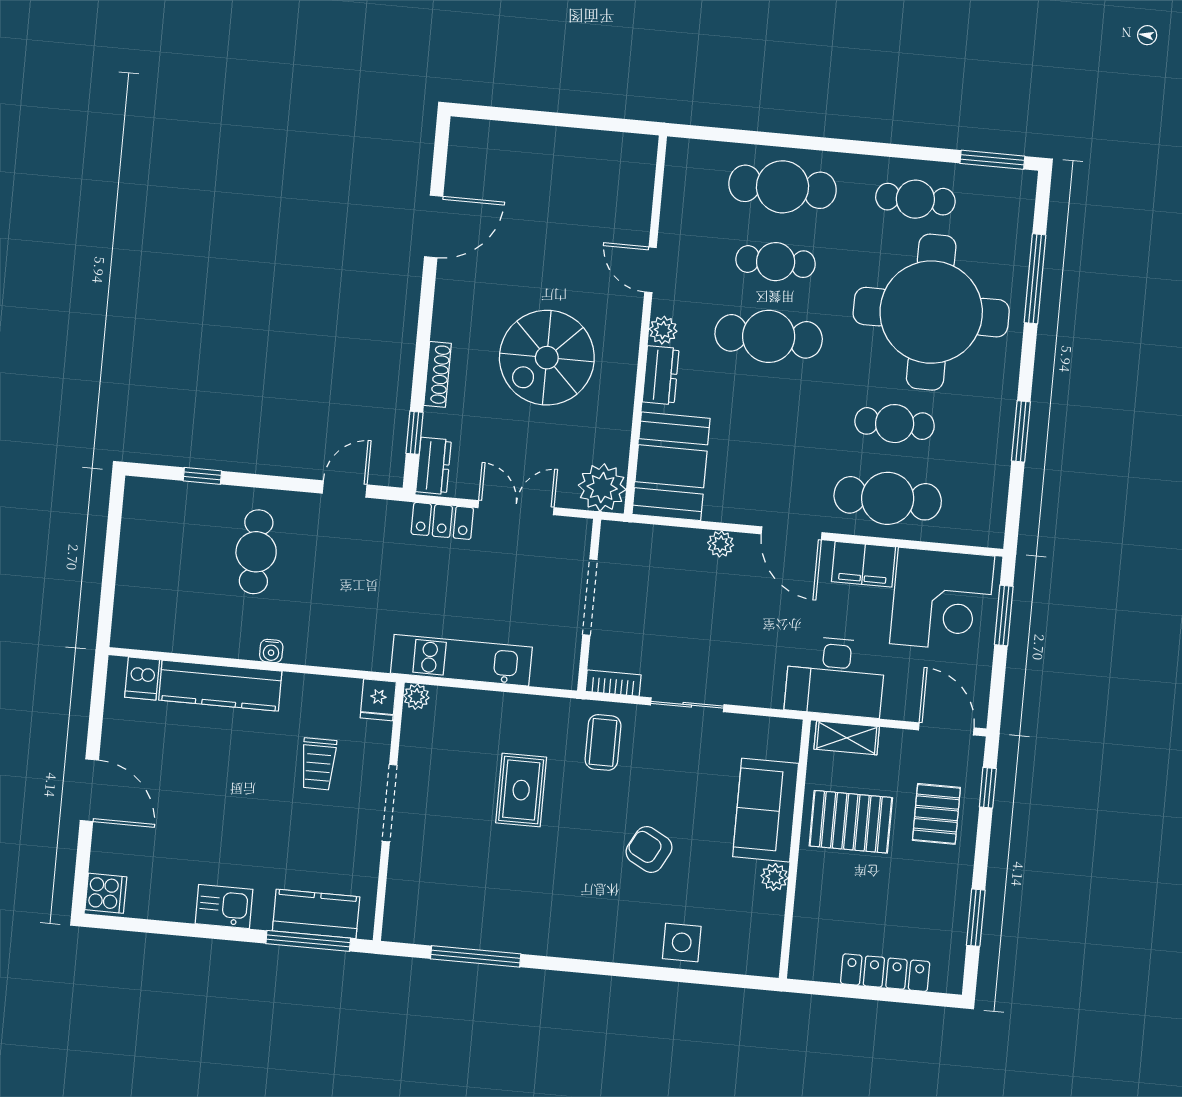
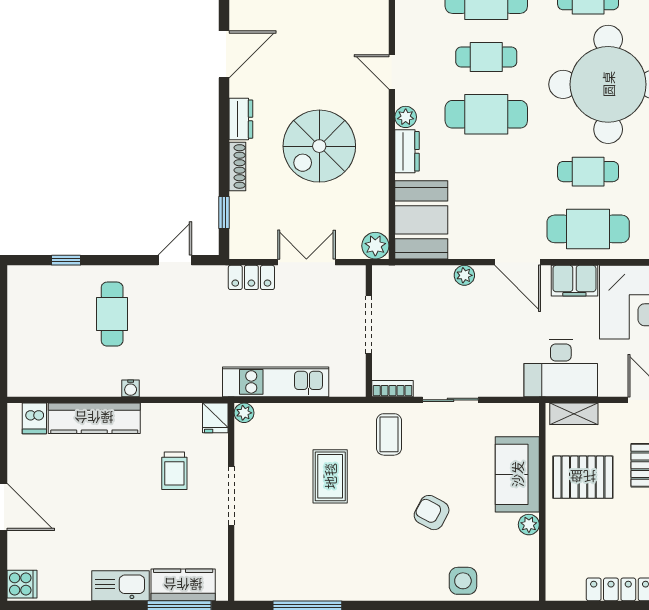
dresser: (434, 466) -> (241, 119), moved
plant: (602, 487) -> (375, 246), width x0.73, depth x0.73
kitchen sink: (224, 907) -> (120, 586), width x1.38

